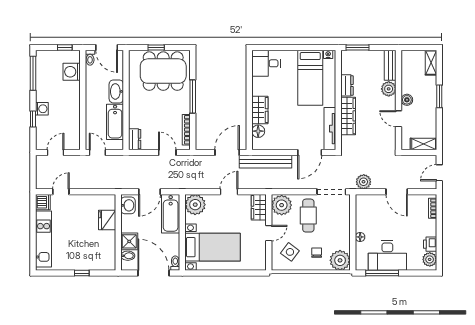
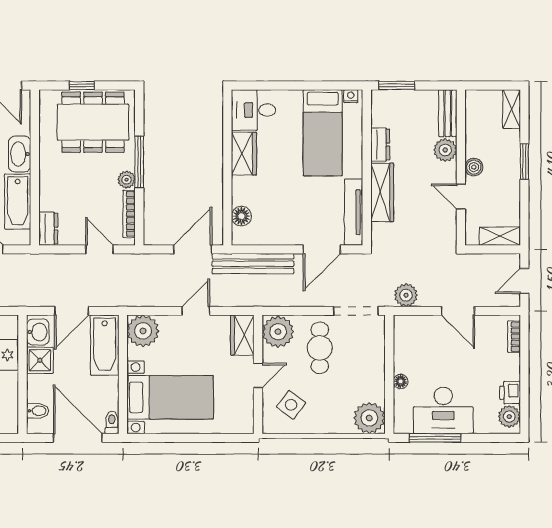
plant: (185, 108) -> (127, 180), added
wardrobe: (260, 110) -> (244, 154), moved
shower: (129, 241) -> (40, 360), moved
chair: (317, 253) -> (333, 406), removed

